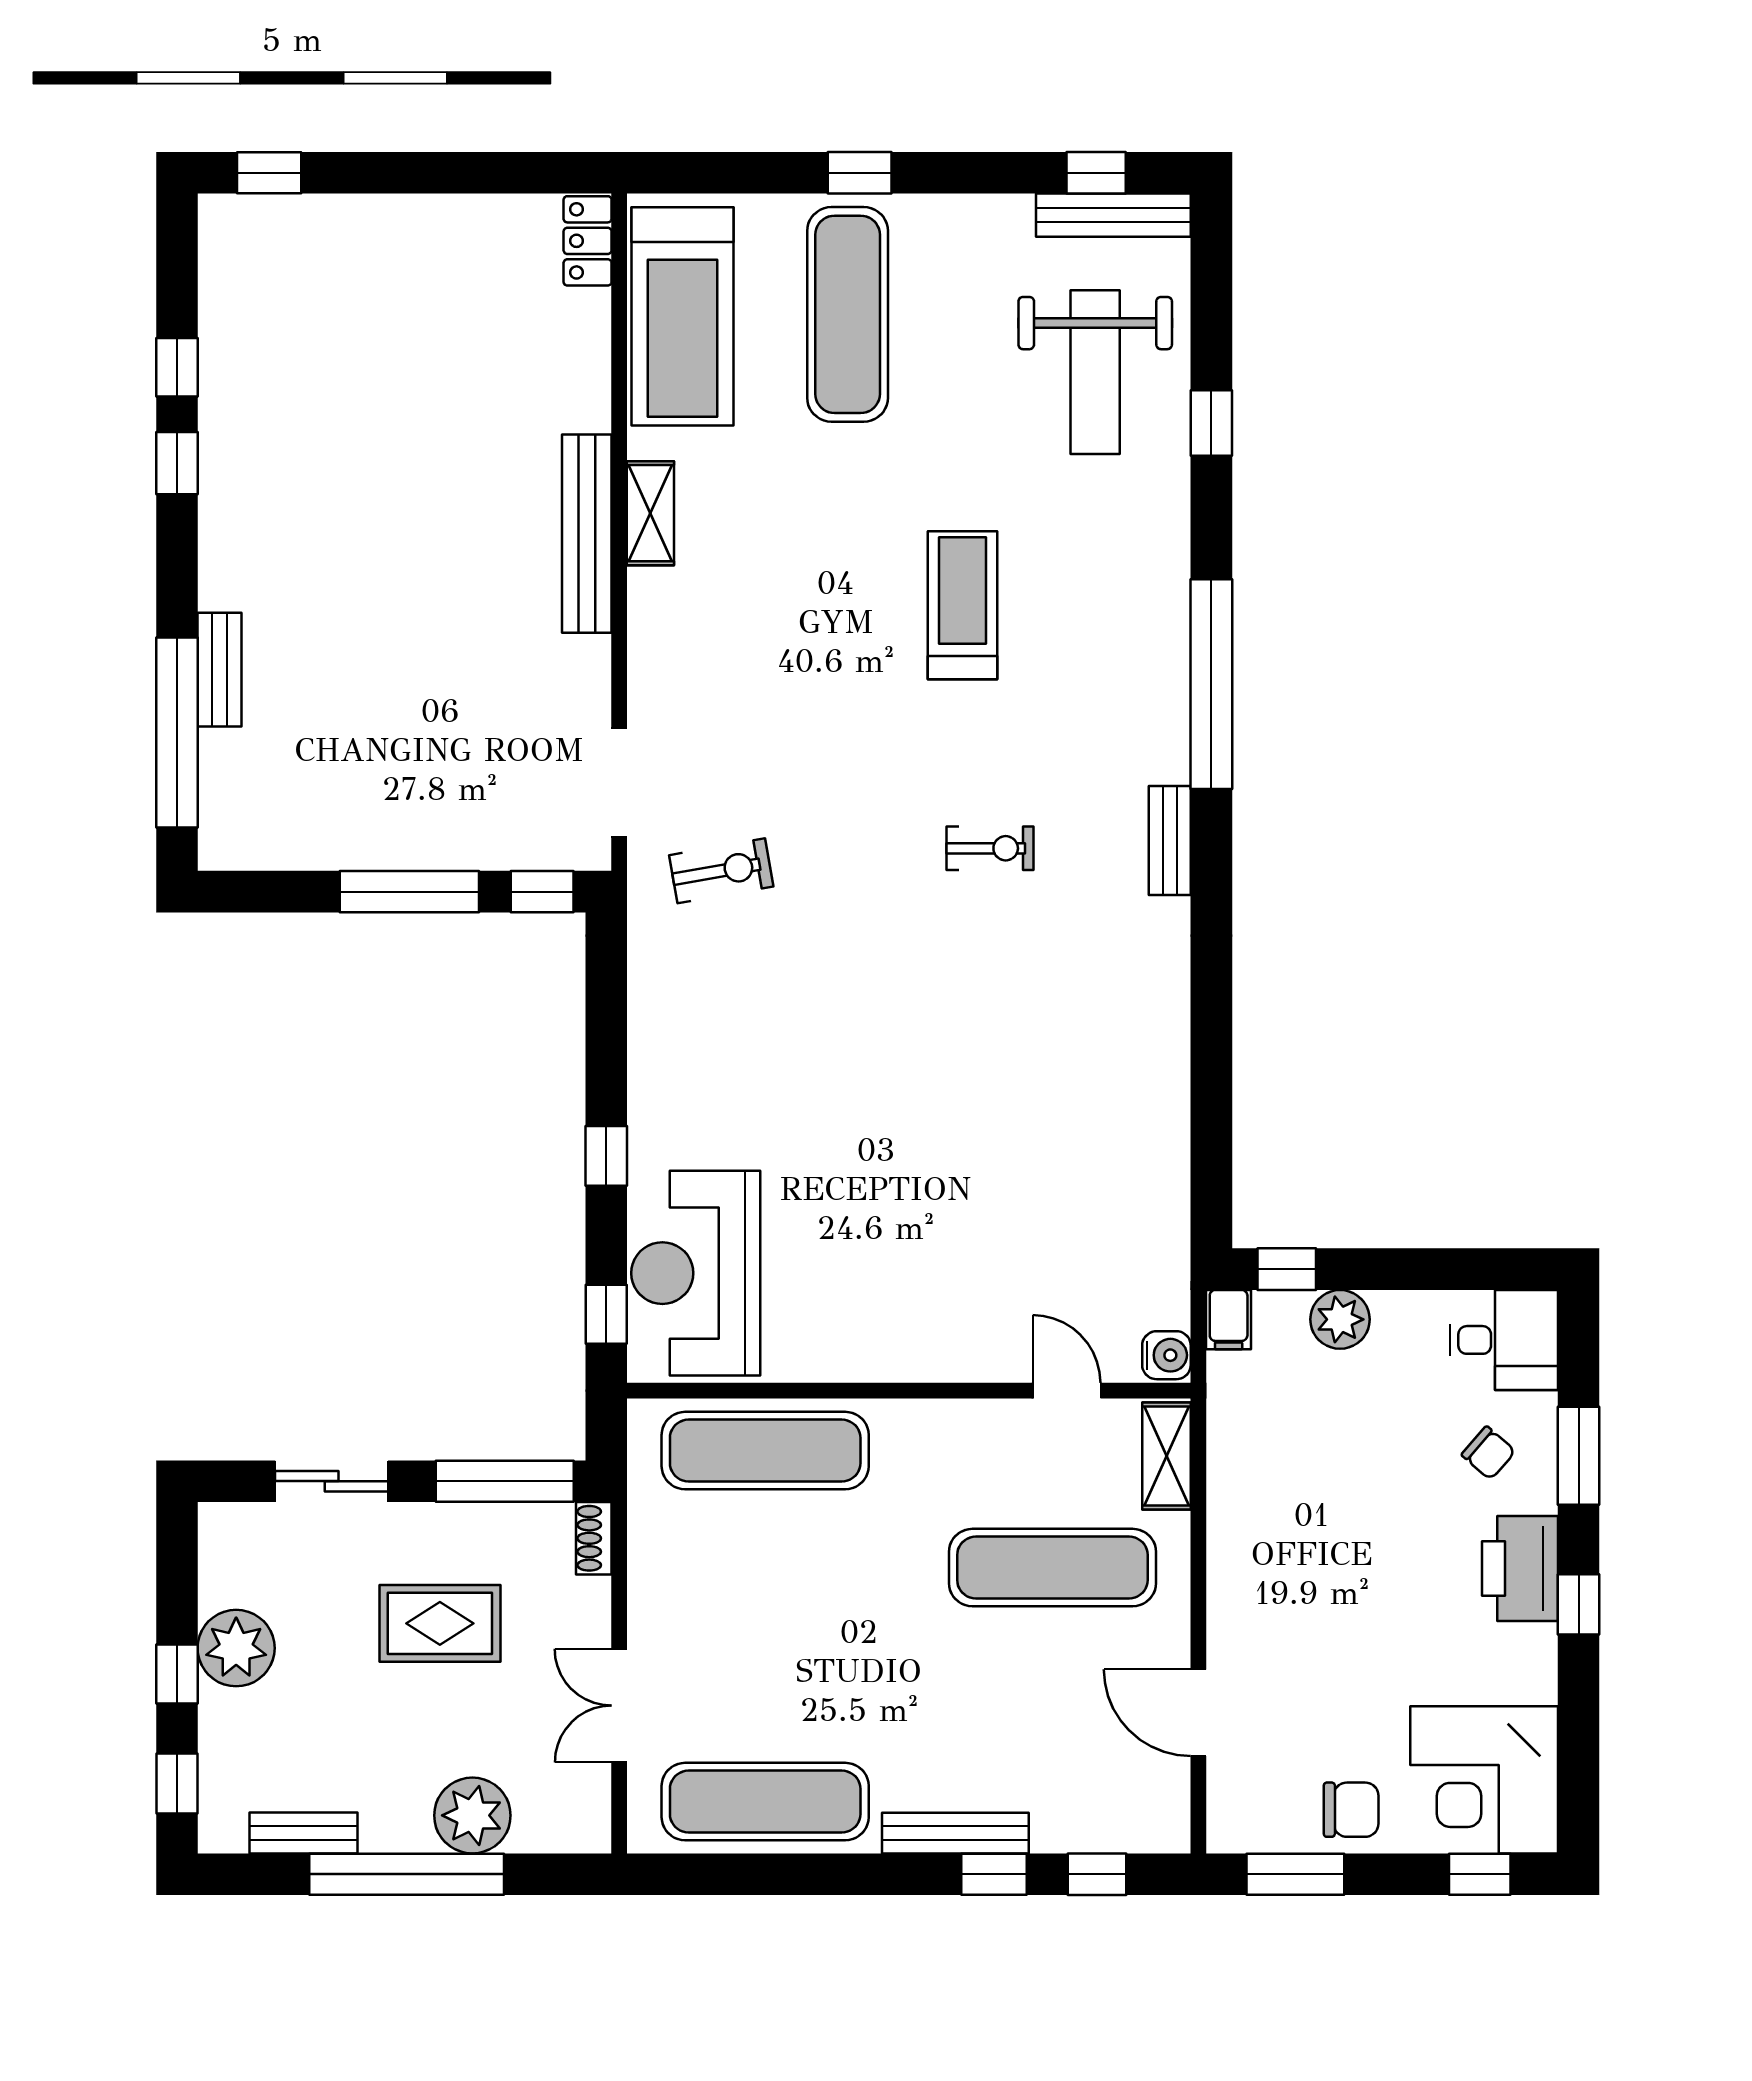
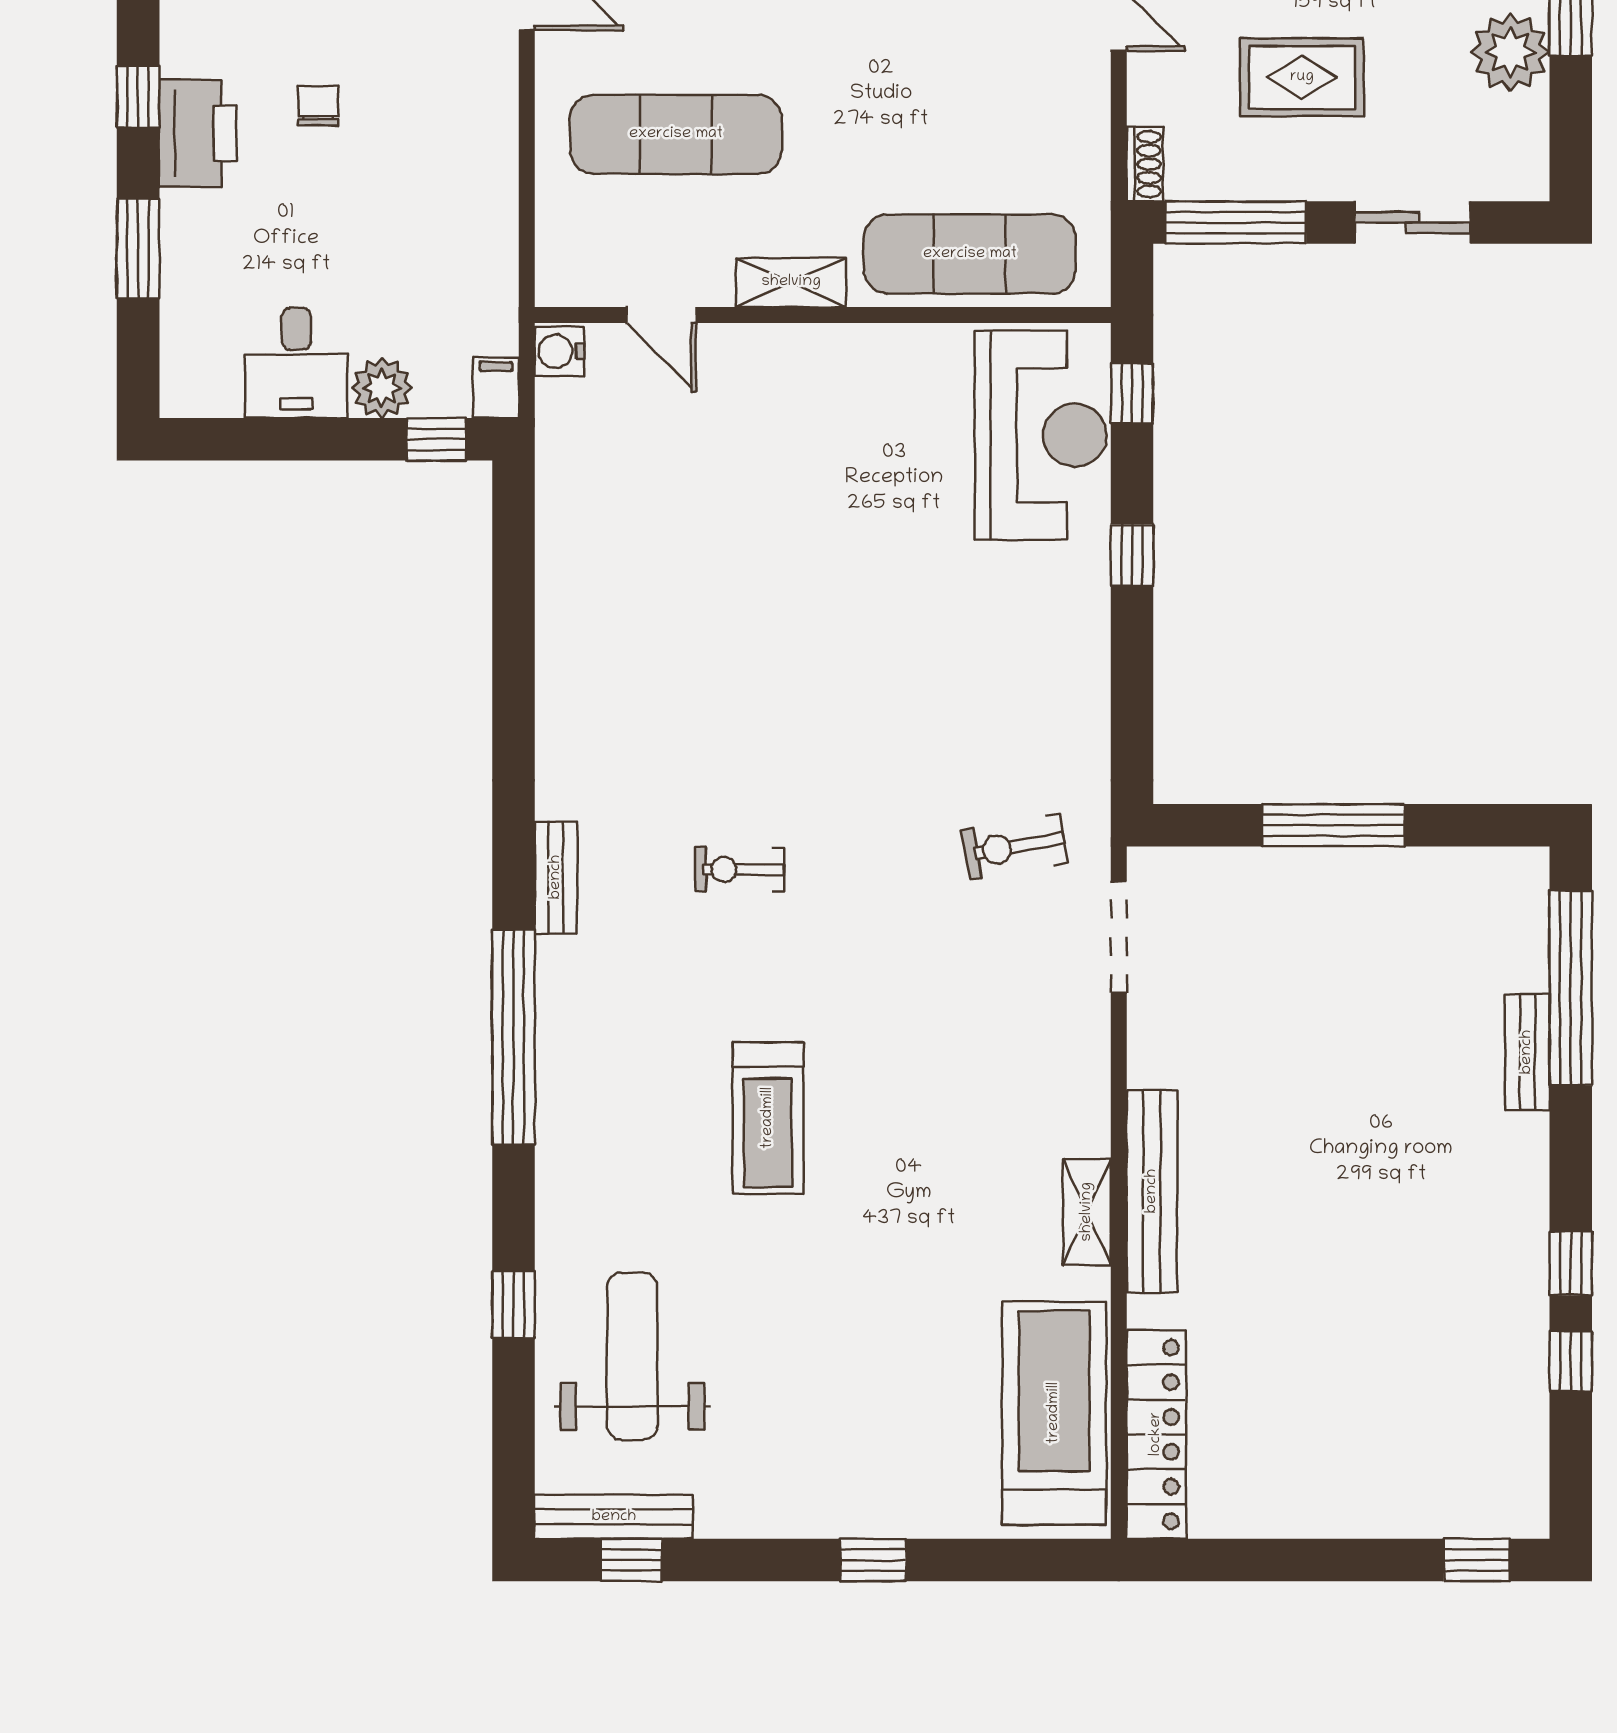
locker: (588, 241) -> (1156, 1434), width x2.16, depth x1.21
exercise mat: (848, 314) -> (885, 1415), removed
window: (542, 892) -> (1198, 825), removed
desk: (1504, 1340) -> (296, 363), moved, turned -90
chair: (1488, 1453) -> (318, 106), moved, turned 49
shelving: (1167, 1456) -> (791, 282), moved, turned 90

